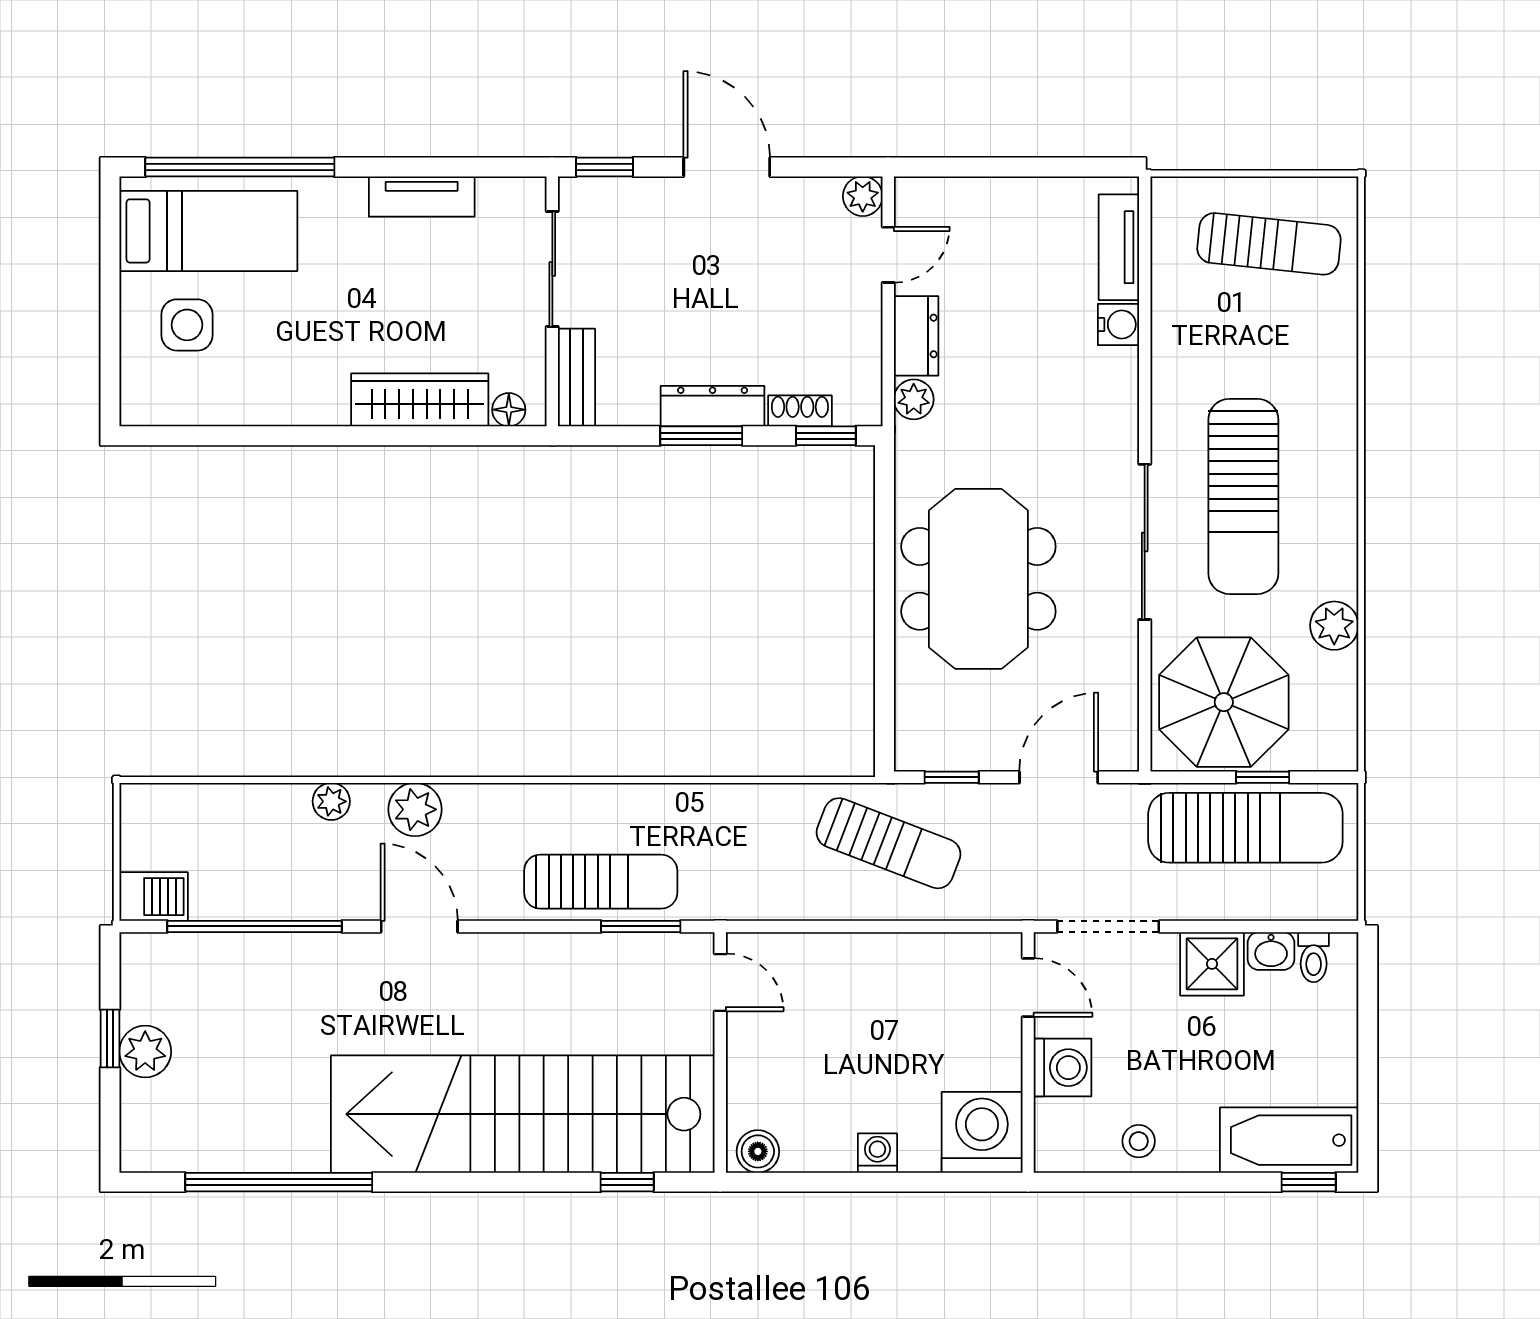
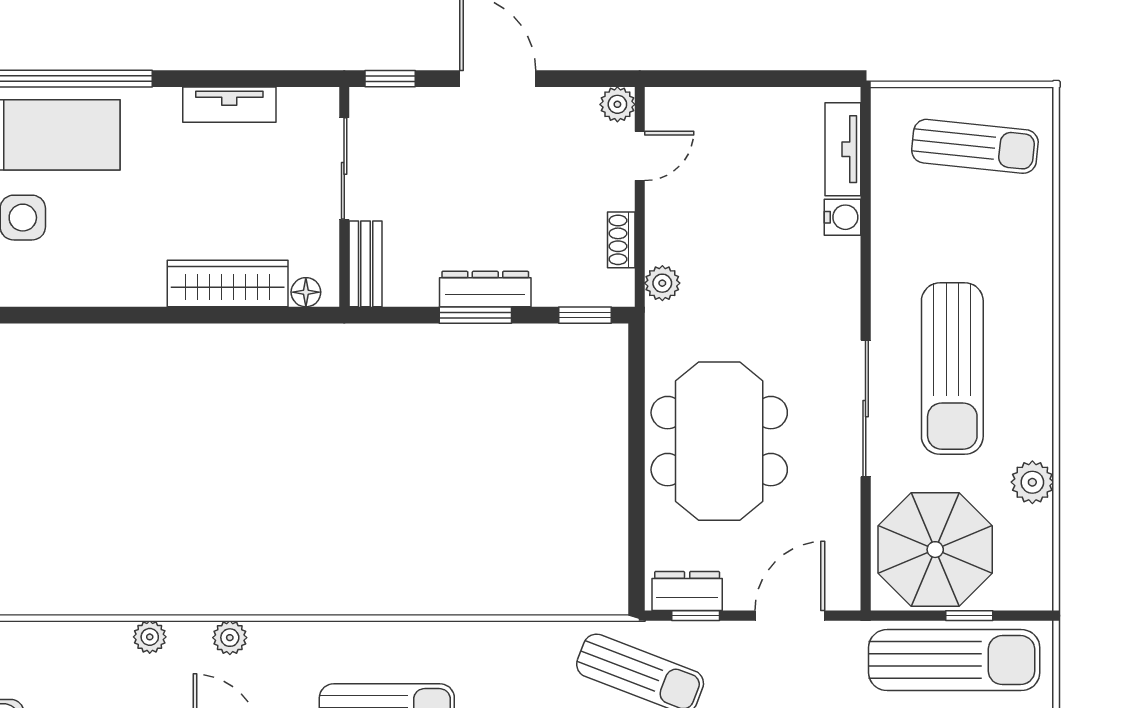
dresser: (916, 336) -> (687, 591), moved, turned -90
shoe rack: (800, 411) -> (621, 240), moved, turned -90
plant: (415, 809) -> (230, 638), width x0.73, depth x0.73

